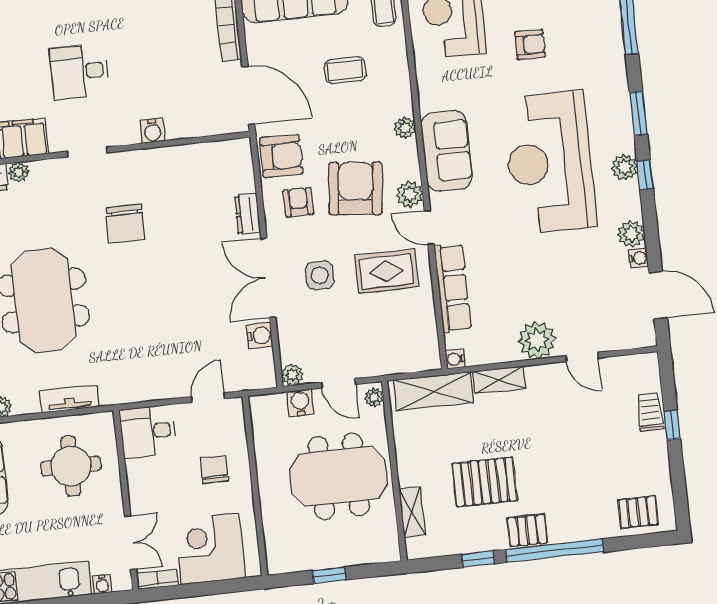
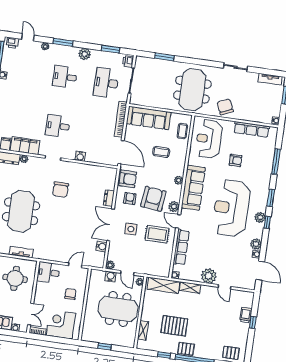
sofa: (447, 151) -> (193, 188), width x1.36

